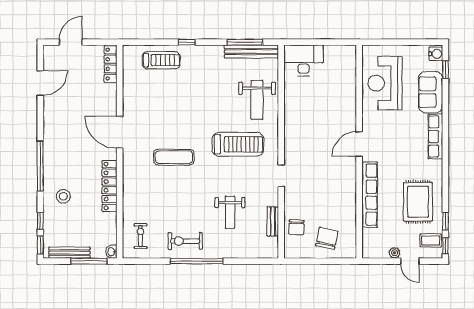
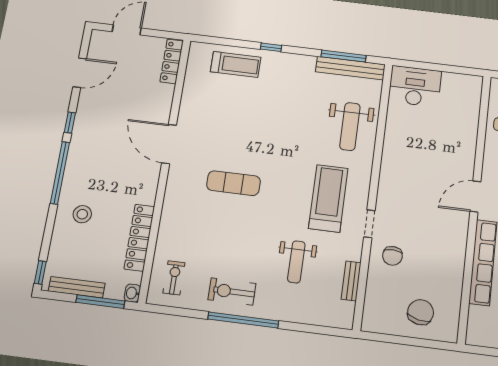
treadmill: (238, 144) -> (328, 198), moved, turned -90
locker: (109, 186) -> (139, 238), moved
window: (40, 221) -> (70, 123), moved
chair: (296, 227) -> (392, 256), moved

